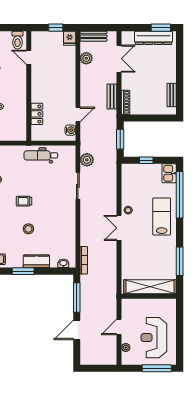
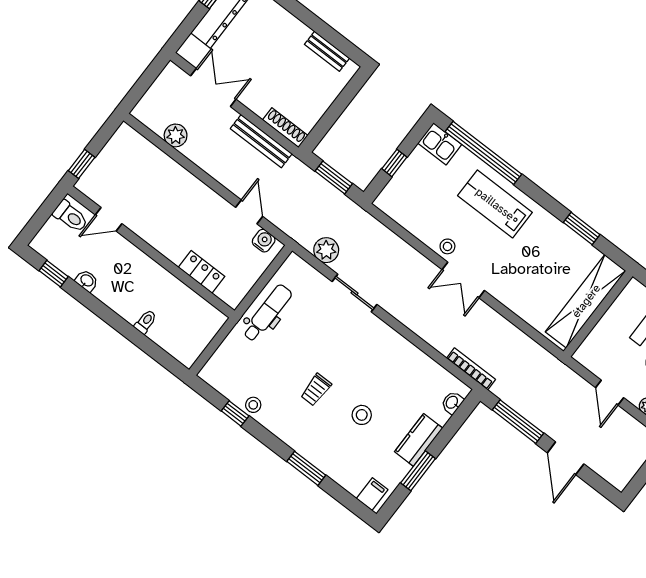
window: (56, 28) -> (82, 164), moved
bench: (93, 36) -> (151, 100), removed
fridge: (70, 38) -> (127, 137), removed
bench: (112, 97) -> (261, 141), width x1.36
dental chair: (41, 155) -> (267, 313), turned 180
window: (180, 261) -> (582, 229), width x0.69

